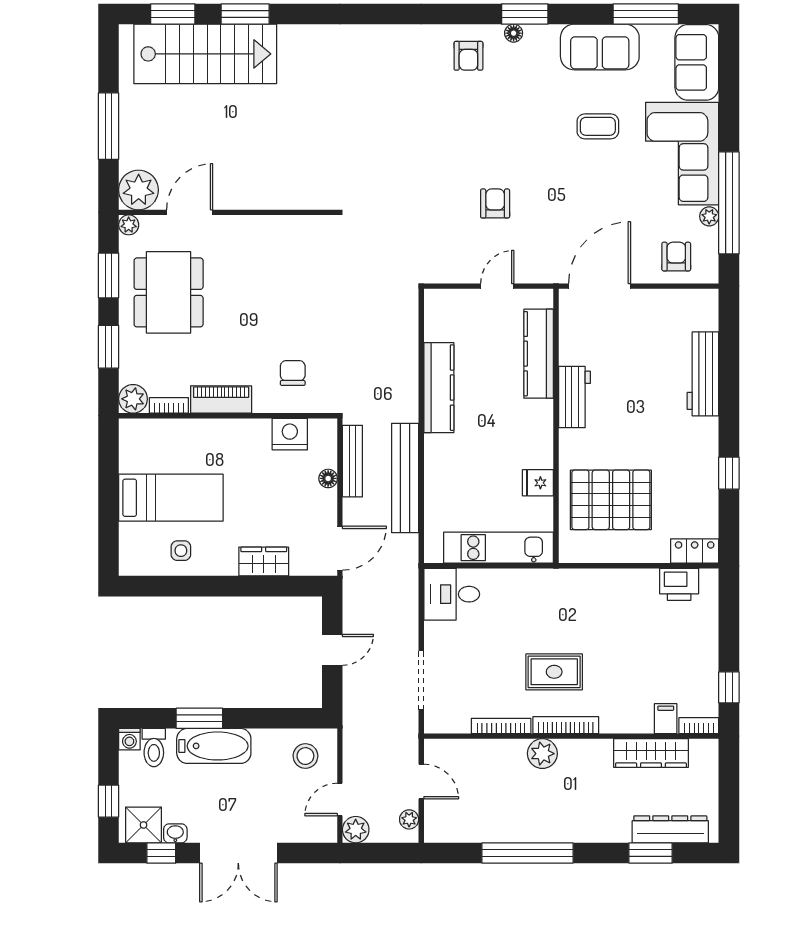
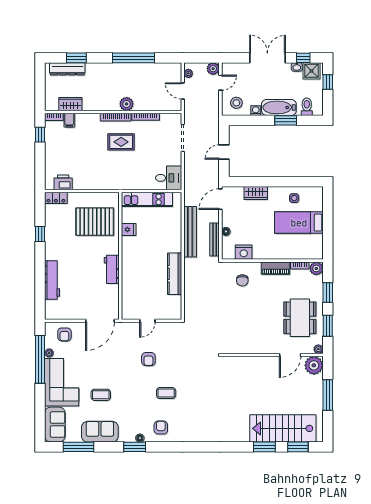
coffee table: (457, 130) -> (166, 393), added
kitchen counter: (539, 354) -> (128, 289), removed
washing machine: (129, 739) -> (256, 111), moved
wardrobe: (651, 753) -> (70, 104), width x0.67

